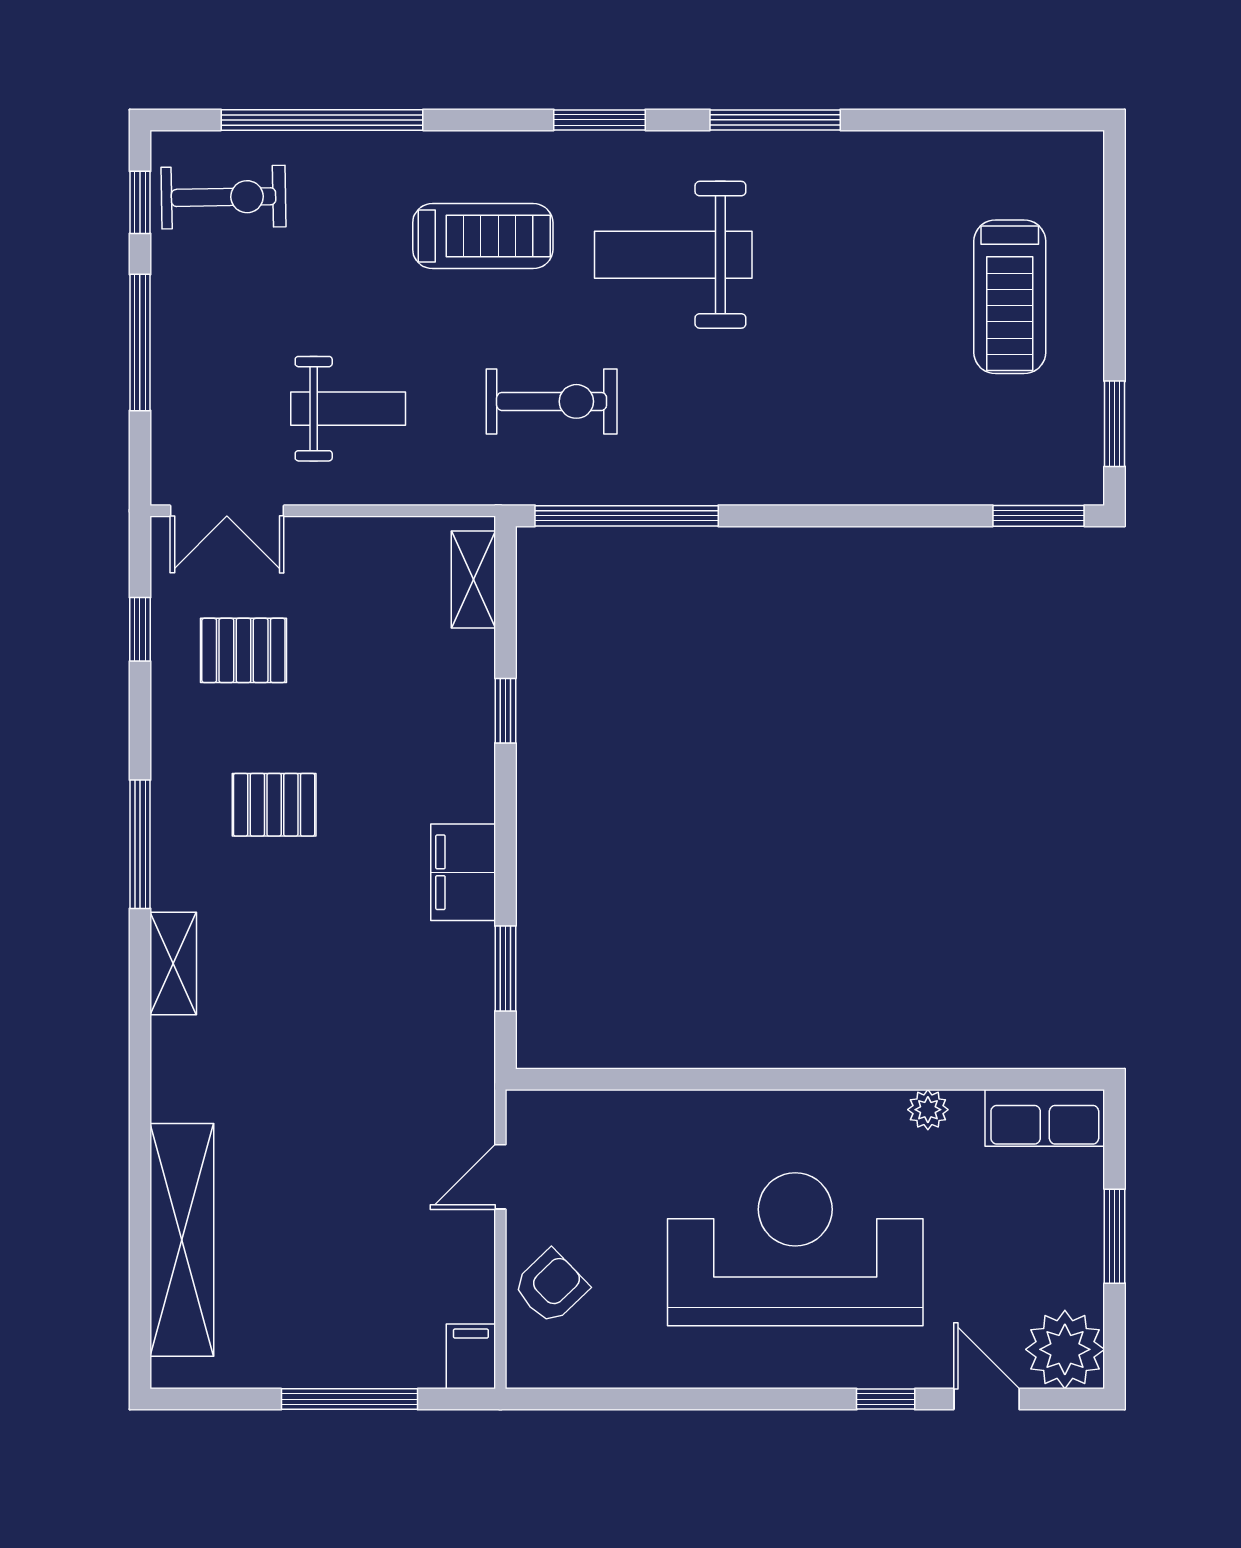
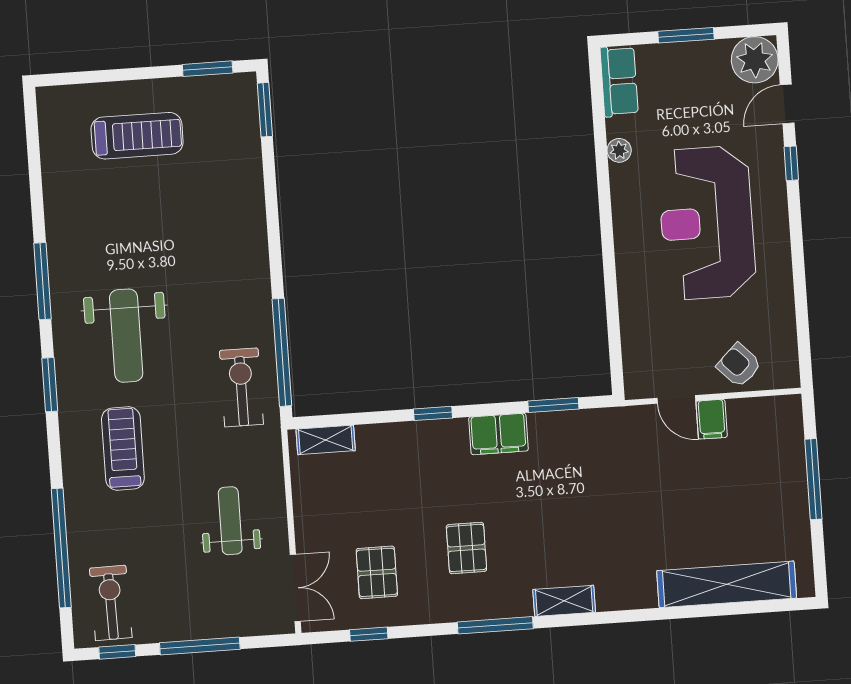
exercise bike: (552, 401) -> (241, 387), moved
window: (505, 711) -> (433, 413), moved
filing cabinet: (471, 1356) -> (712, 419), moved, turned -90

